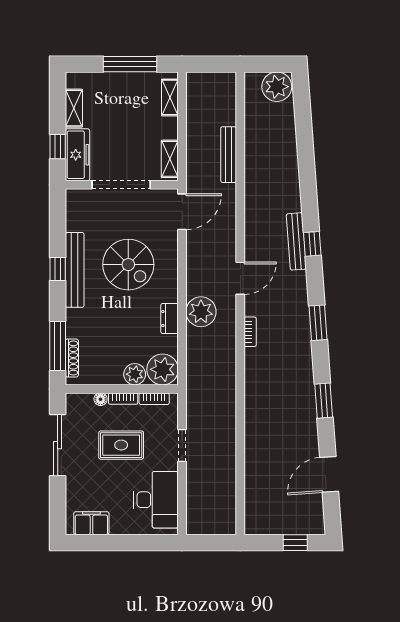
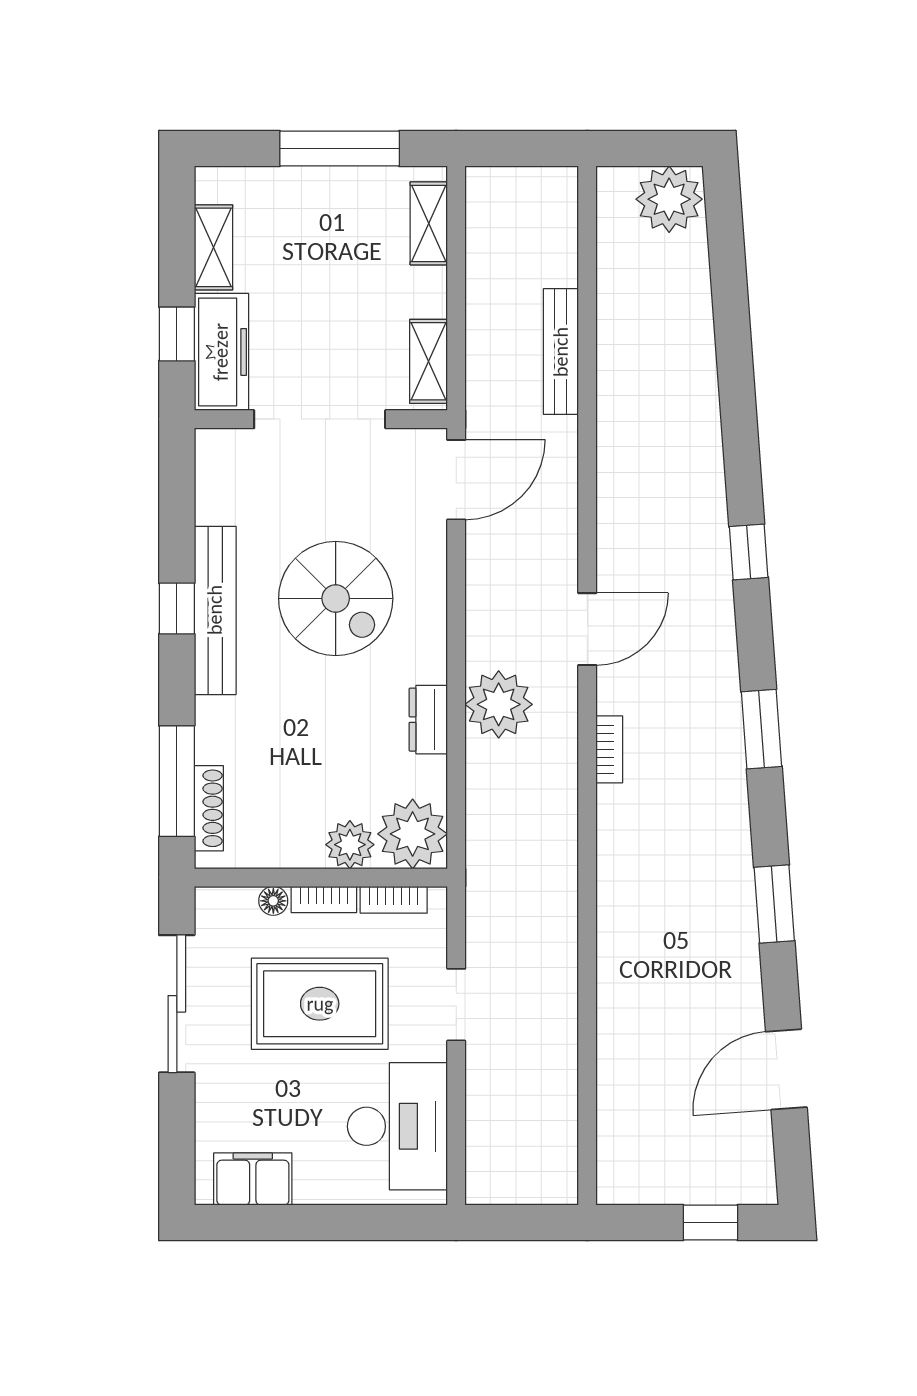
bench: (296, 241) -> (713, 547), removed
rug: (121, 445) -> (320, 1004), width x1.36, depth x1.43

